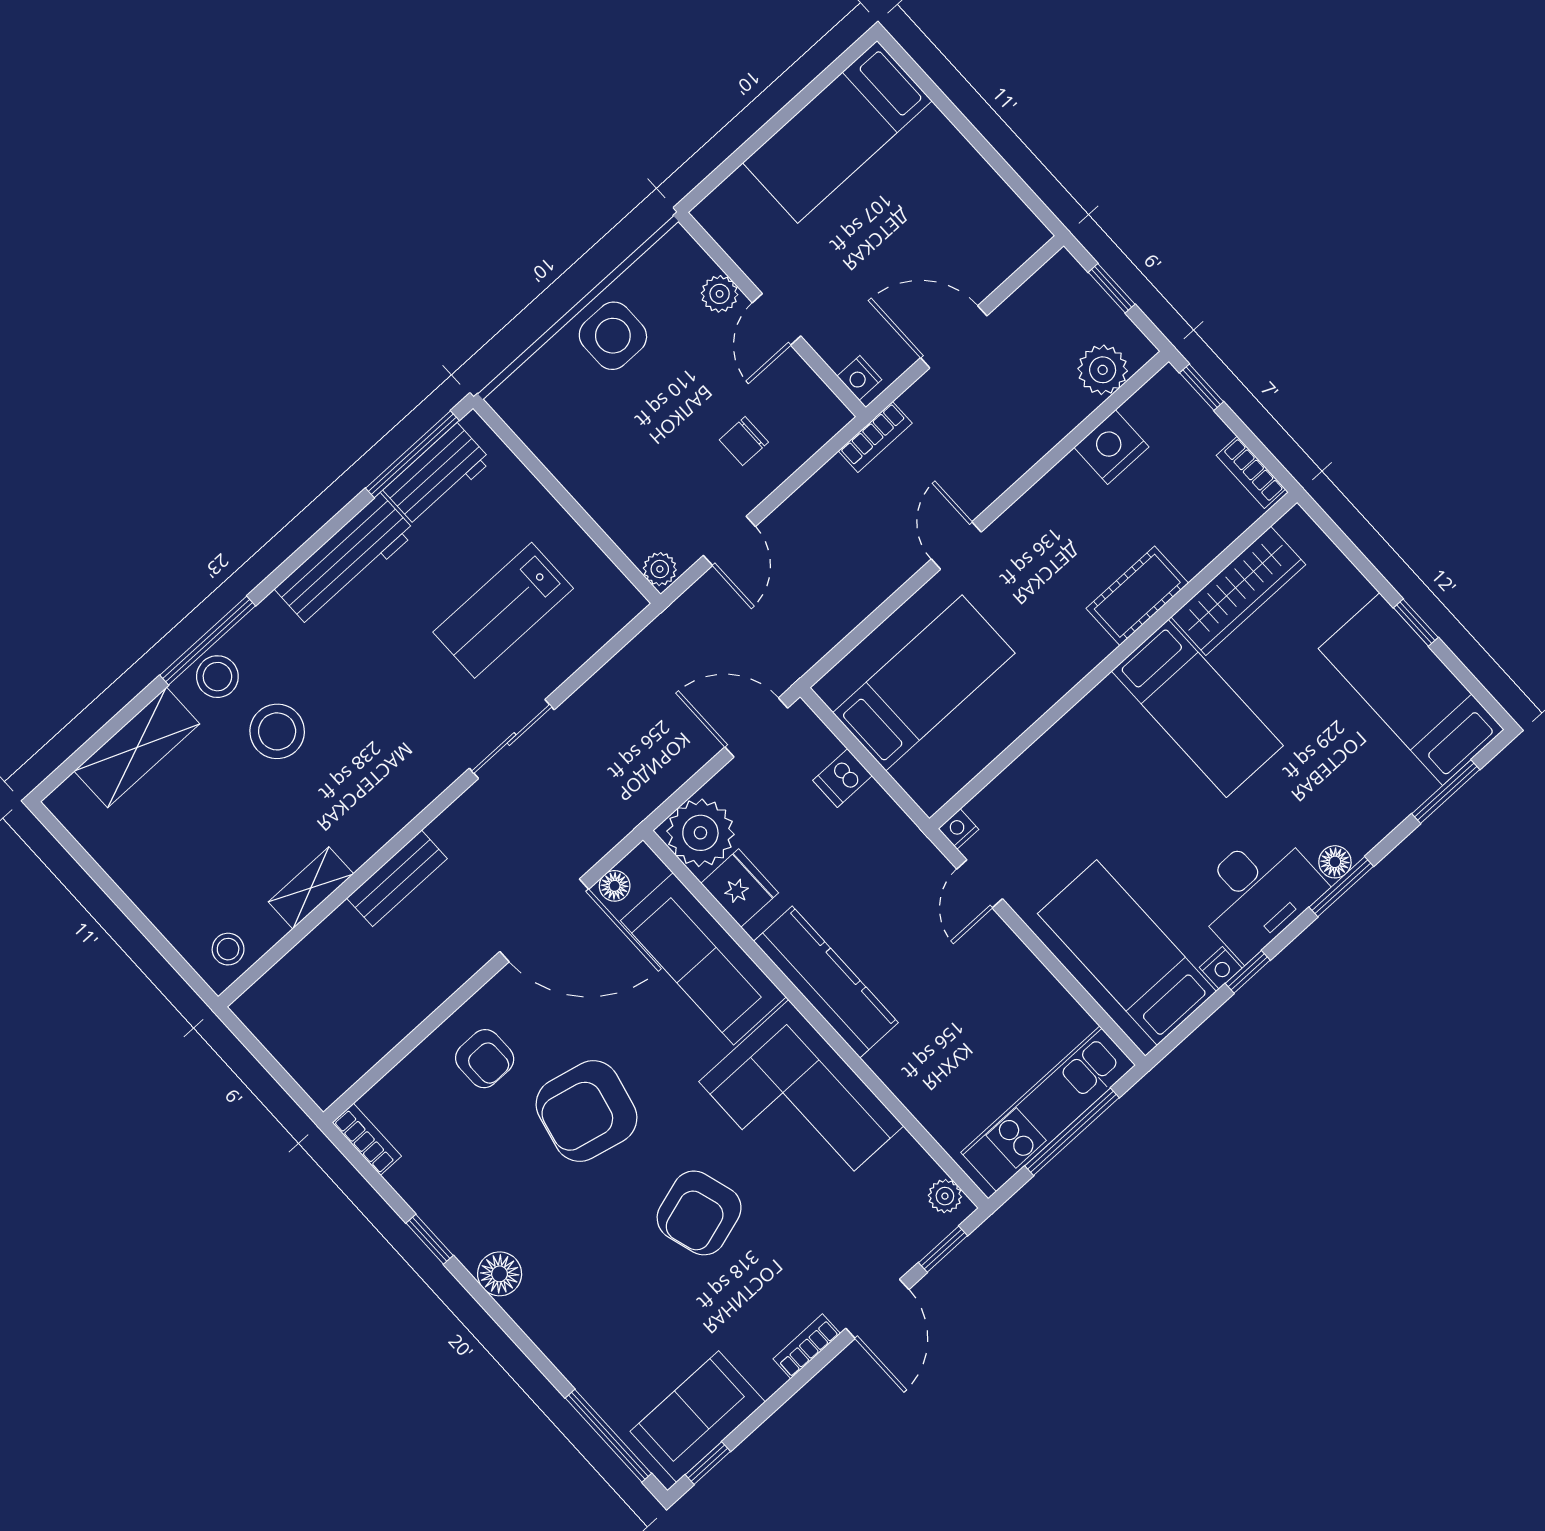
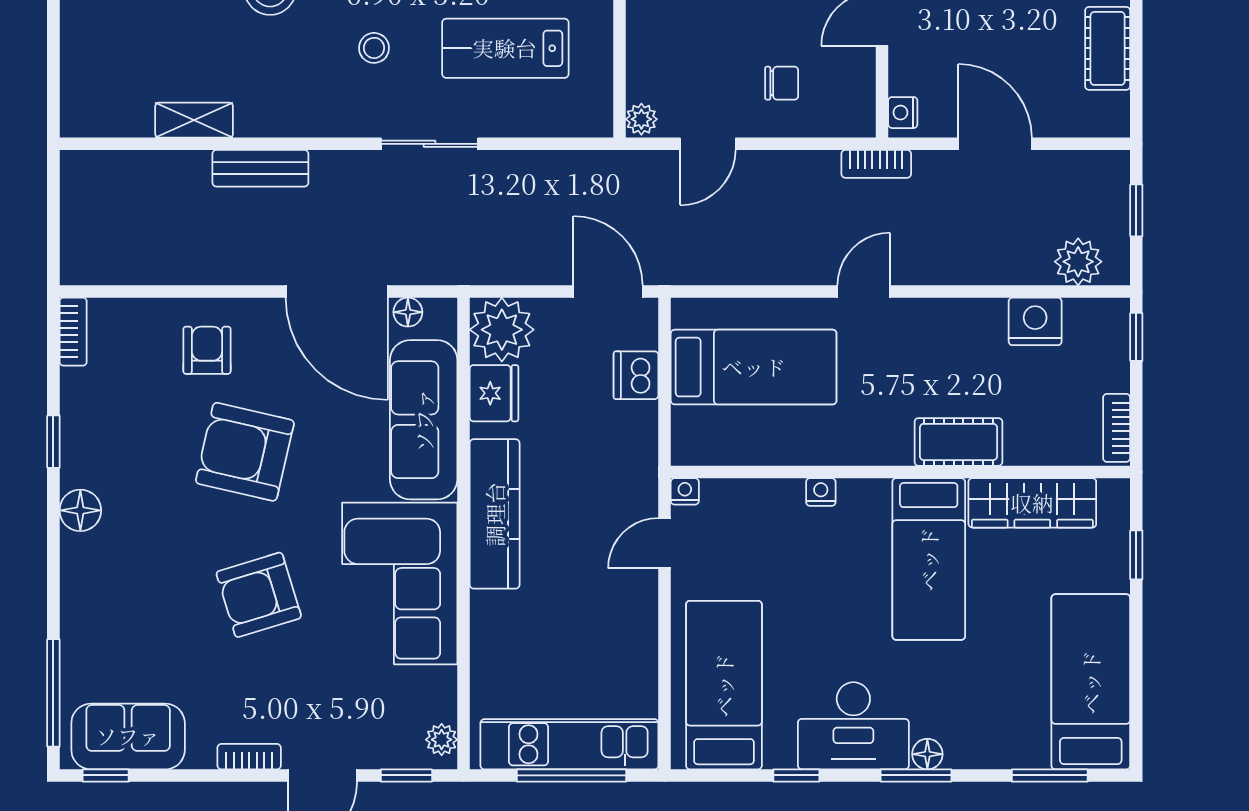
cot: (974, 182) -> (1108, 48), added
chair: (744, 441) -> (782, 83), turned 180
window: (1416, 623) -> (1136, 555), moved
dishwasher: (842, 778) -> (636, 375), width x1.38
stool: (228, 949) -> (374, 48), moved
nightstand: (1221, 968) -> (821, 492), moved, turned 180
armchair: (485, 1059) -> (207, 350), turned 180

